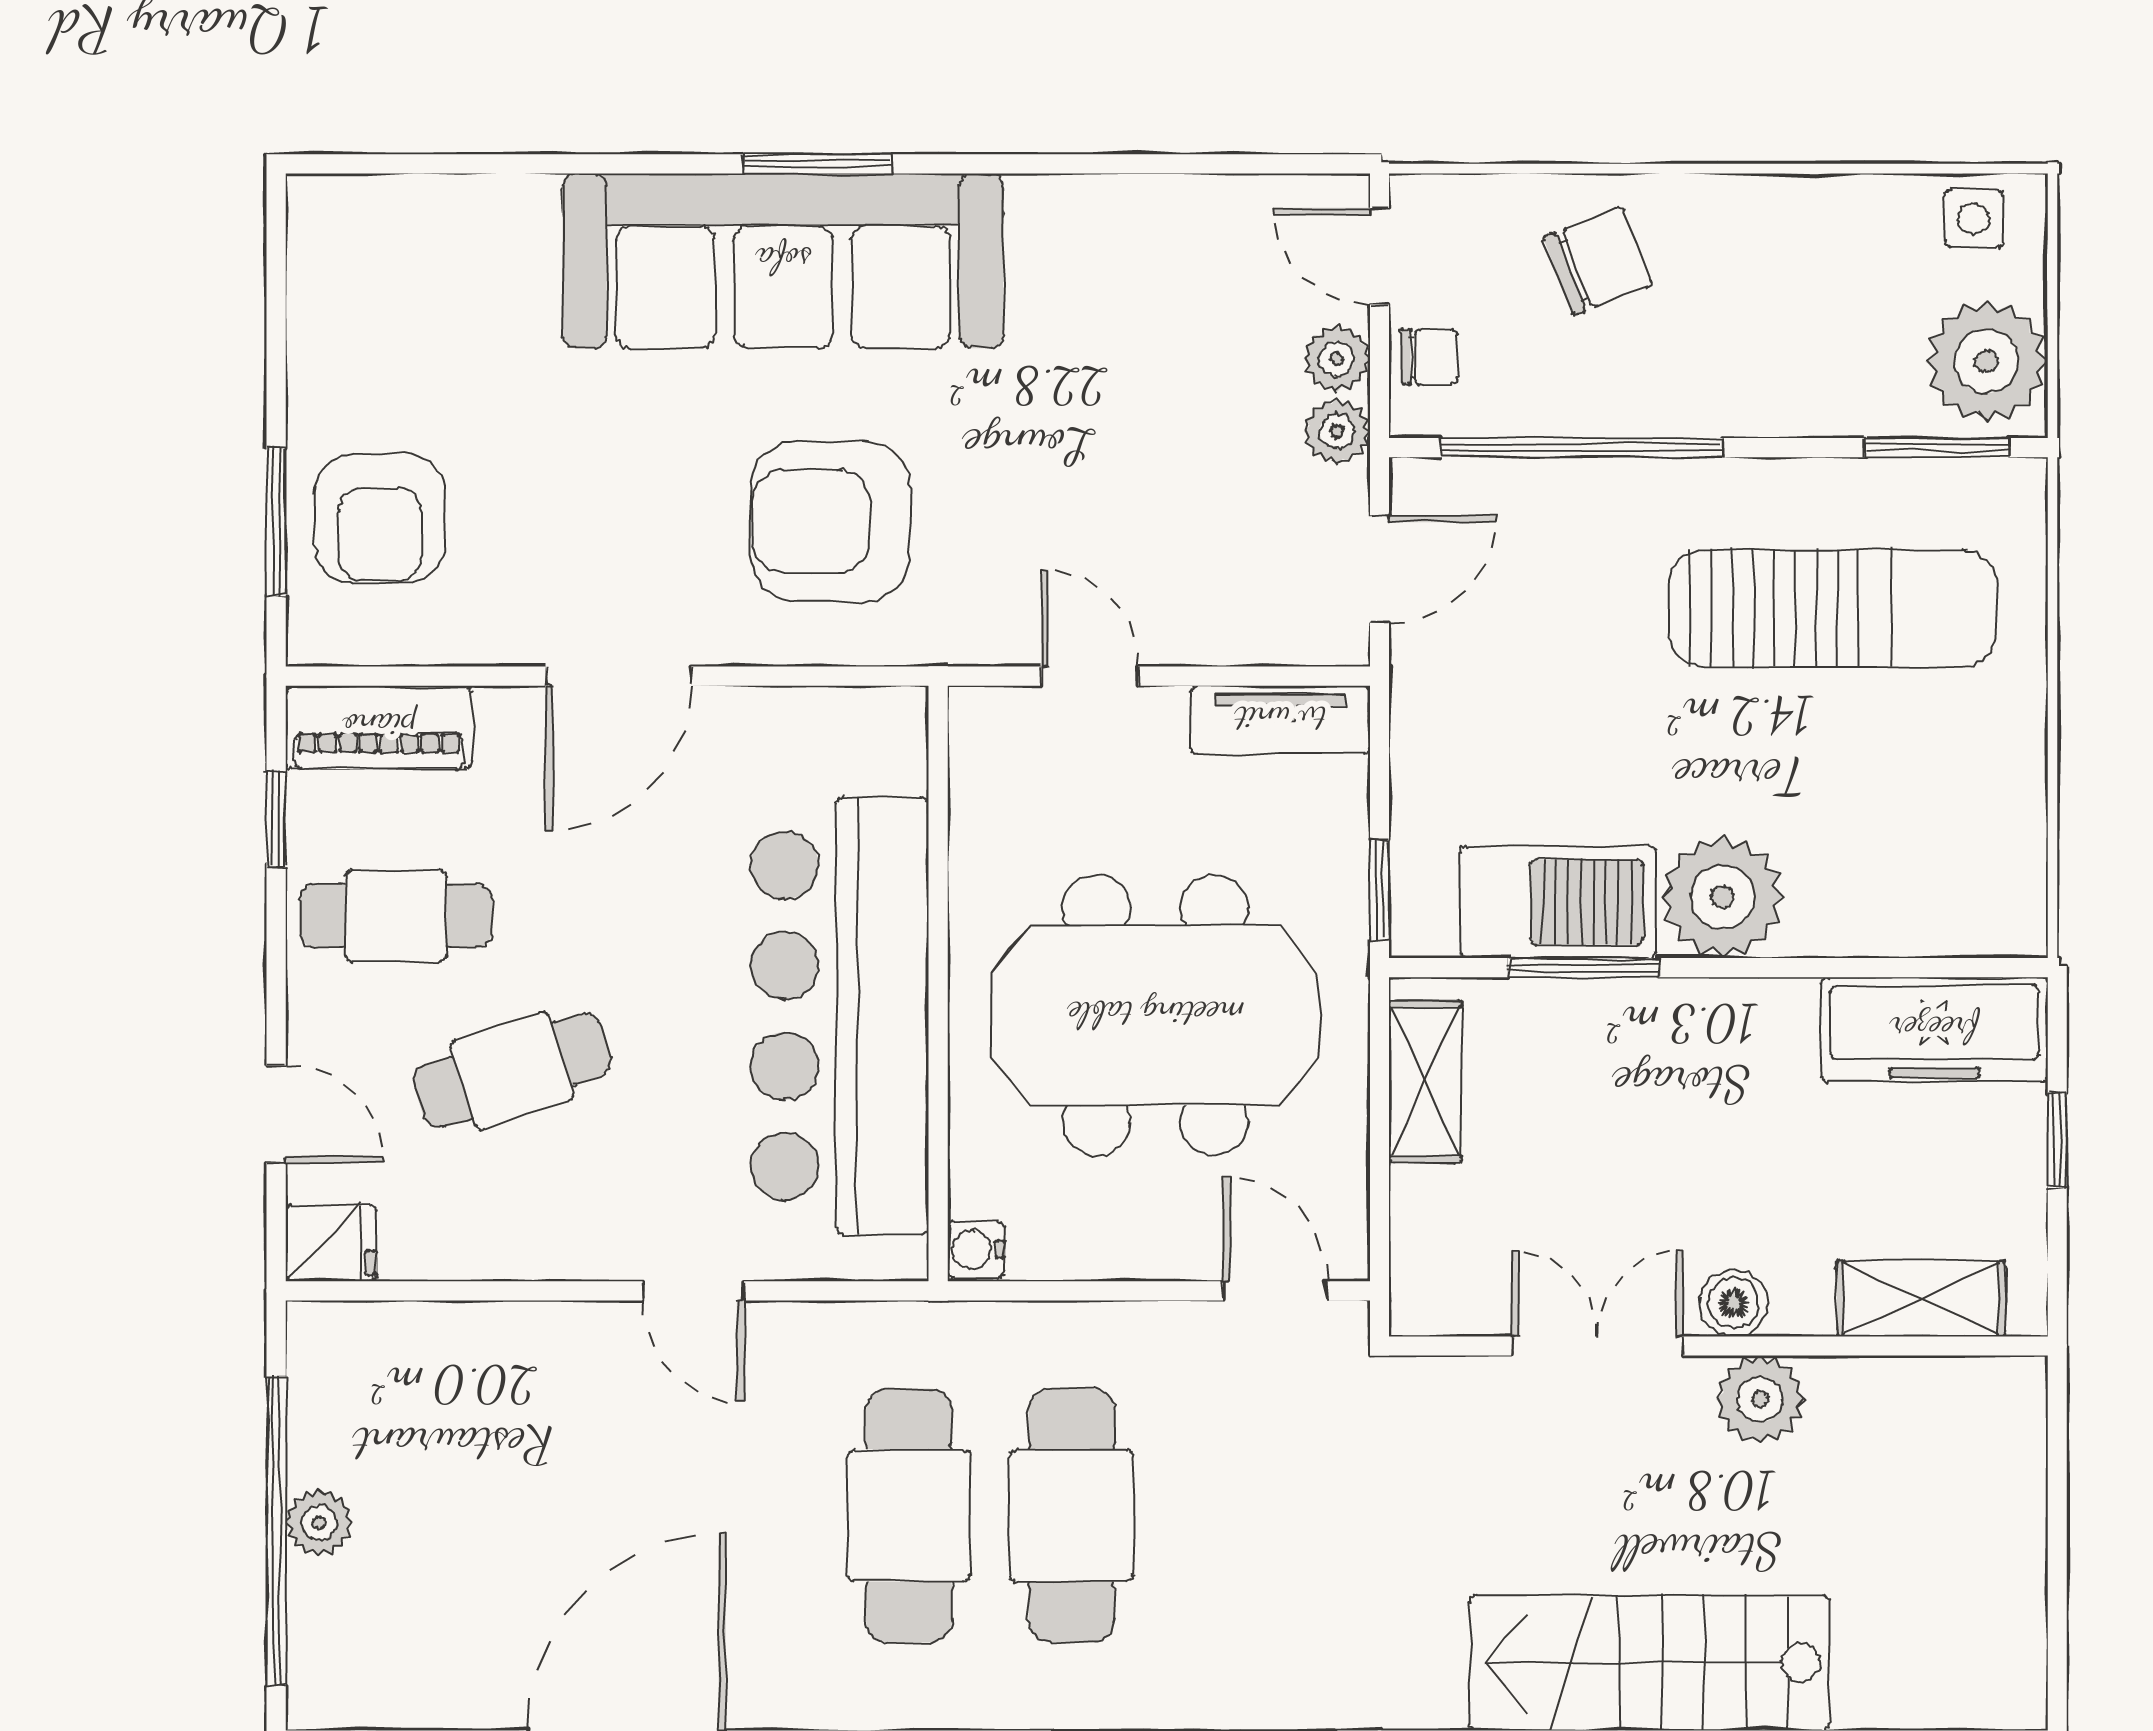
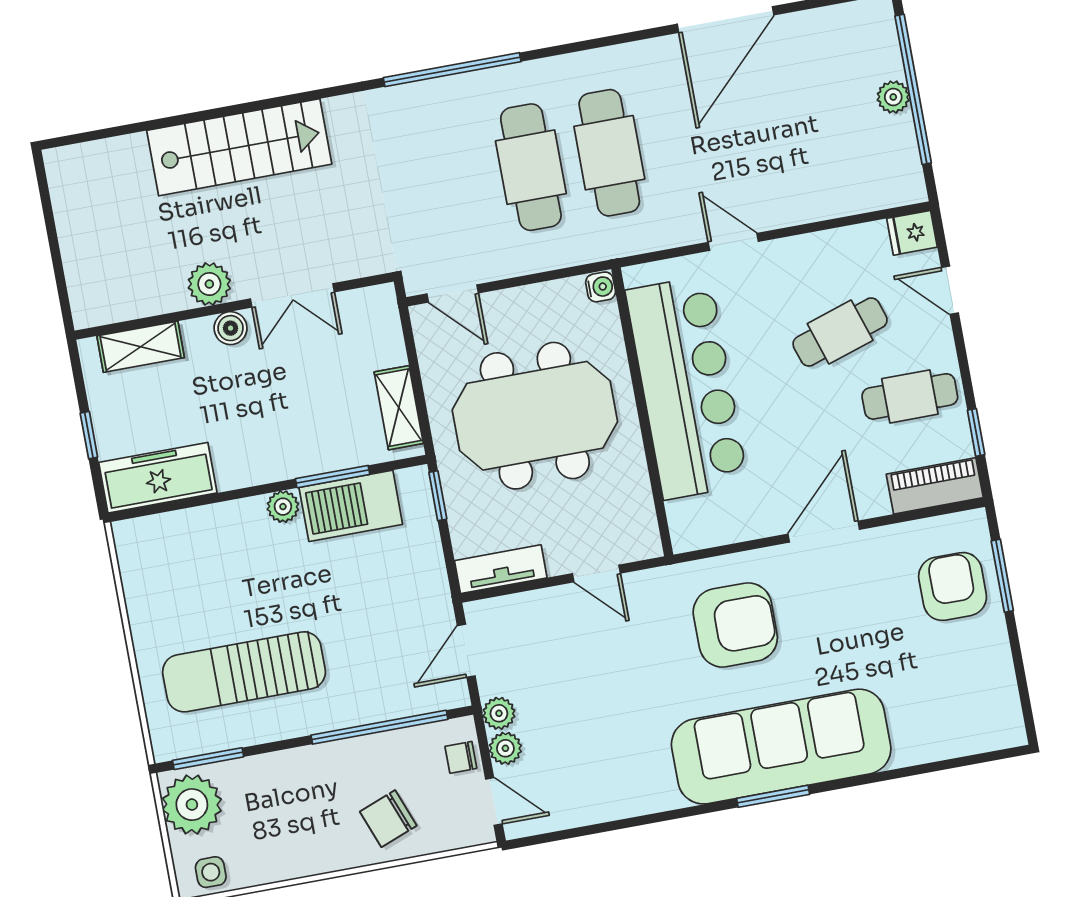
plant: (1723, 897) -> (283, 507), width x0.53, depth x0.53

